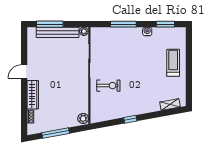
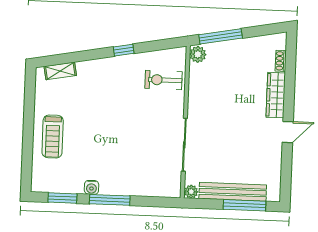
window: (123, 24) -> (110, 200), moved
exercise bike: (108, 86) -> (163, 80), moved
window: (56, 133) -> (221, 36), moved

